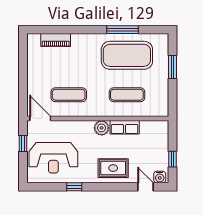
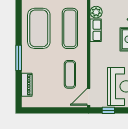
window: (123, 30) -> (19, 58), moved
exercise mat: (127, 95) -> (70, 28), width x1.36, depth x1.45
plant: (102, 128) -> (96, 12), moved

